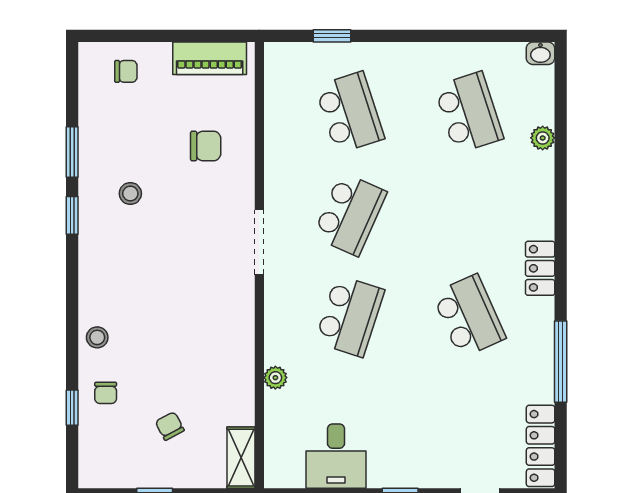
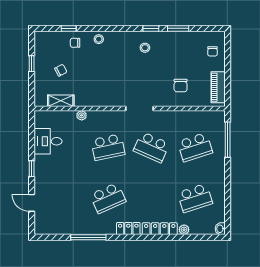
window: (332, 36) -> (228, 140), width x2.17
stool: (130, 194) -> (145, 48), moved
school desk: (350, 316) -> (108, 147), turned -30
locker: (541, 446) -> (160, 229), moved
shelving: (241, 458) -> (61, 101), moved

